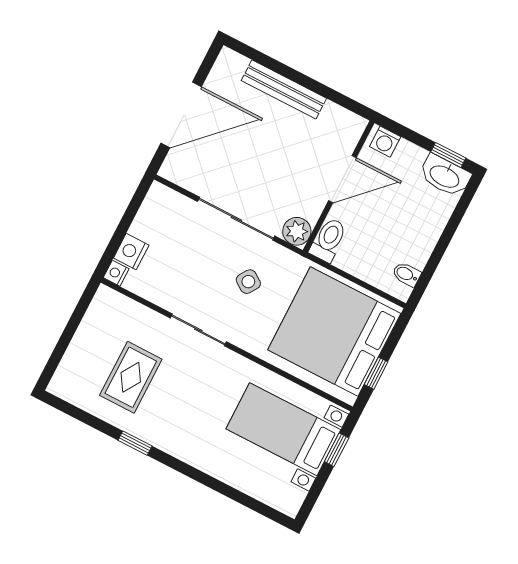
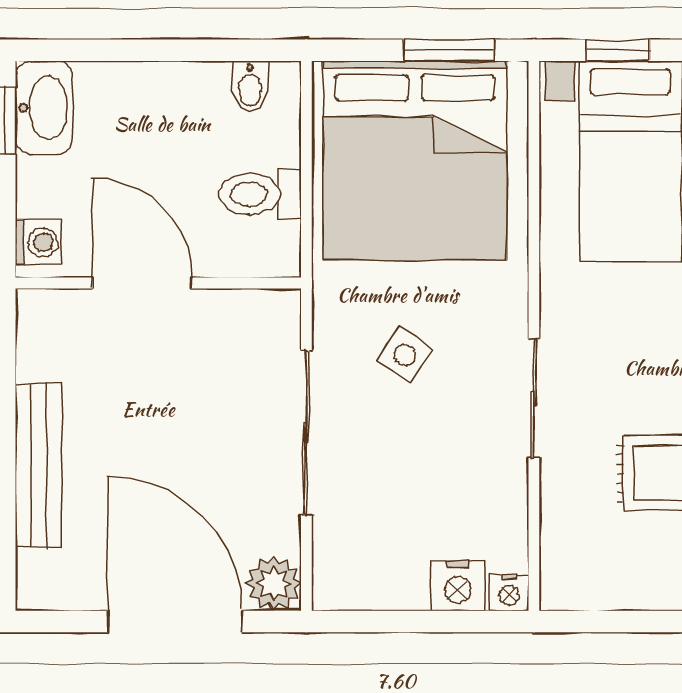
plant: (297, 231) -> (274, 584), moved
toilet: (328, 240) -> (260, 194), moved
window: (376, 373) -> (449, 50), width x1.50

